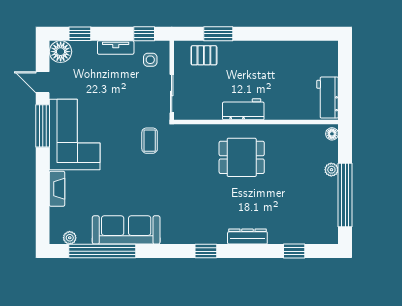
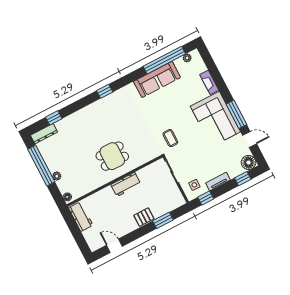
door: (303, 34) -> (114, 246), added
pallet: (204, 55) -> (144, 217), moved
dresser: (247, 236) -> (44, 134), moved

